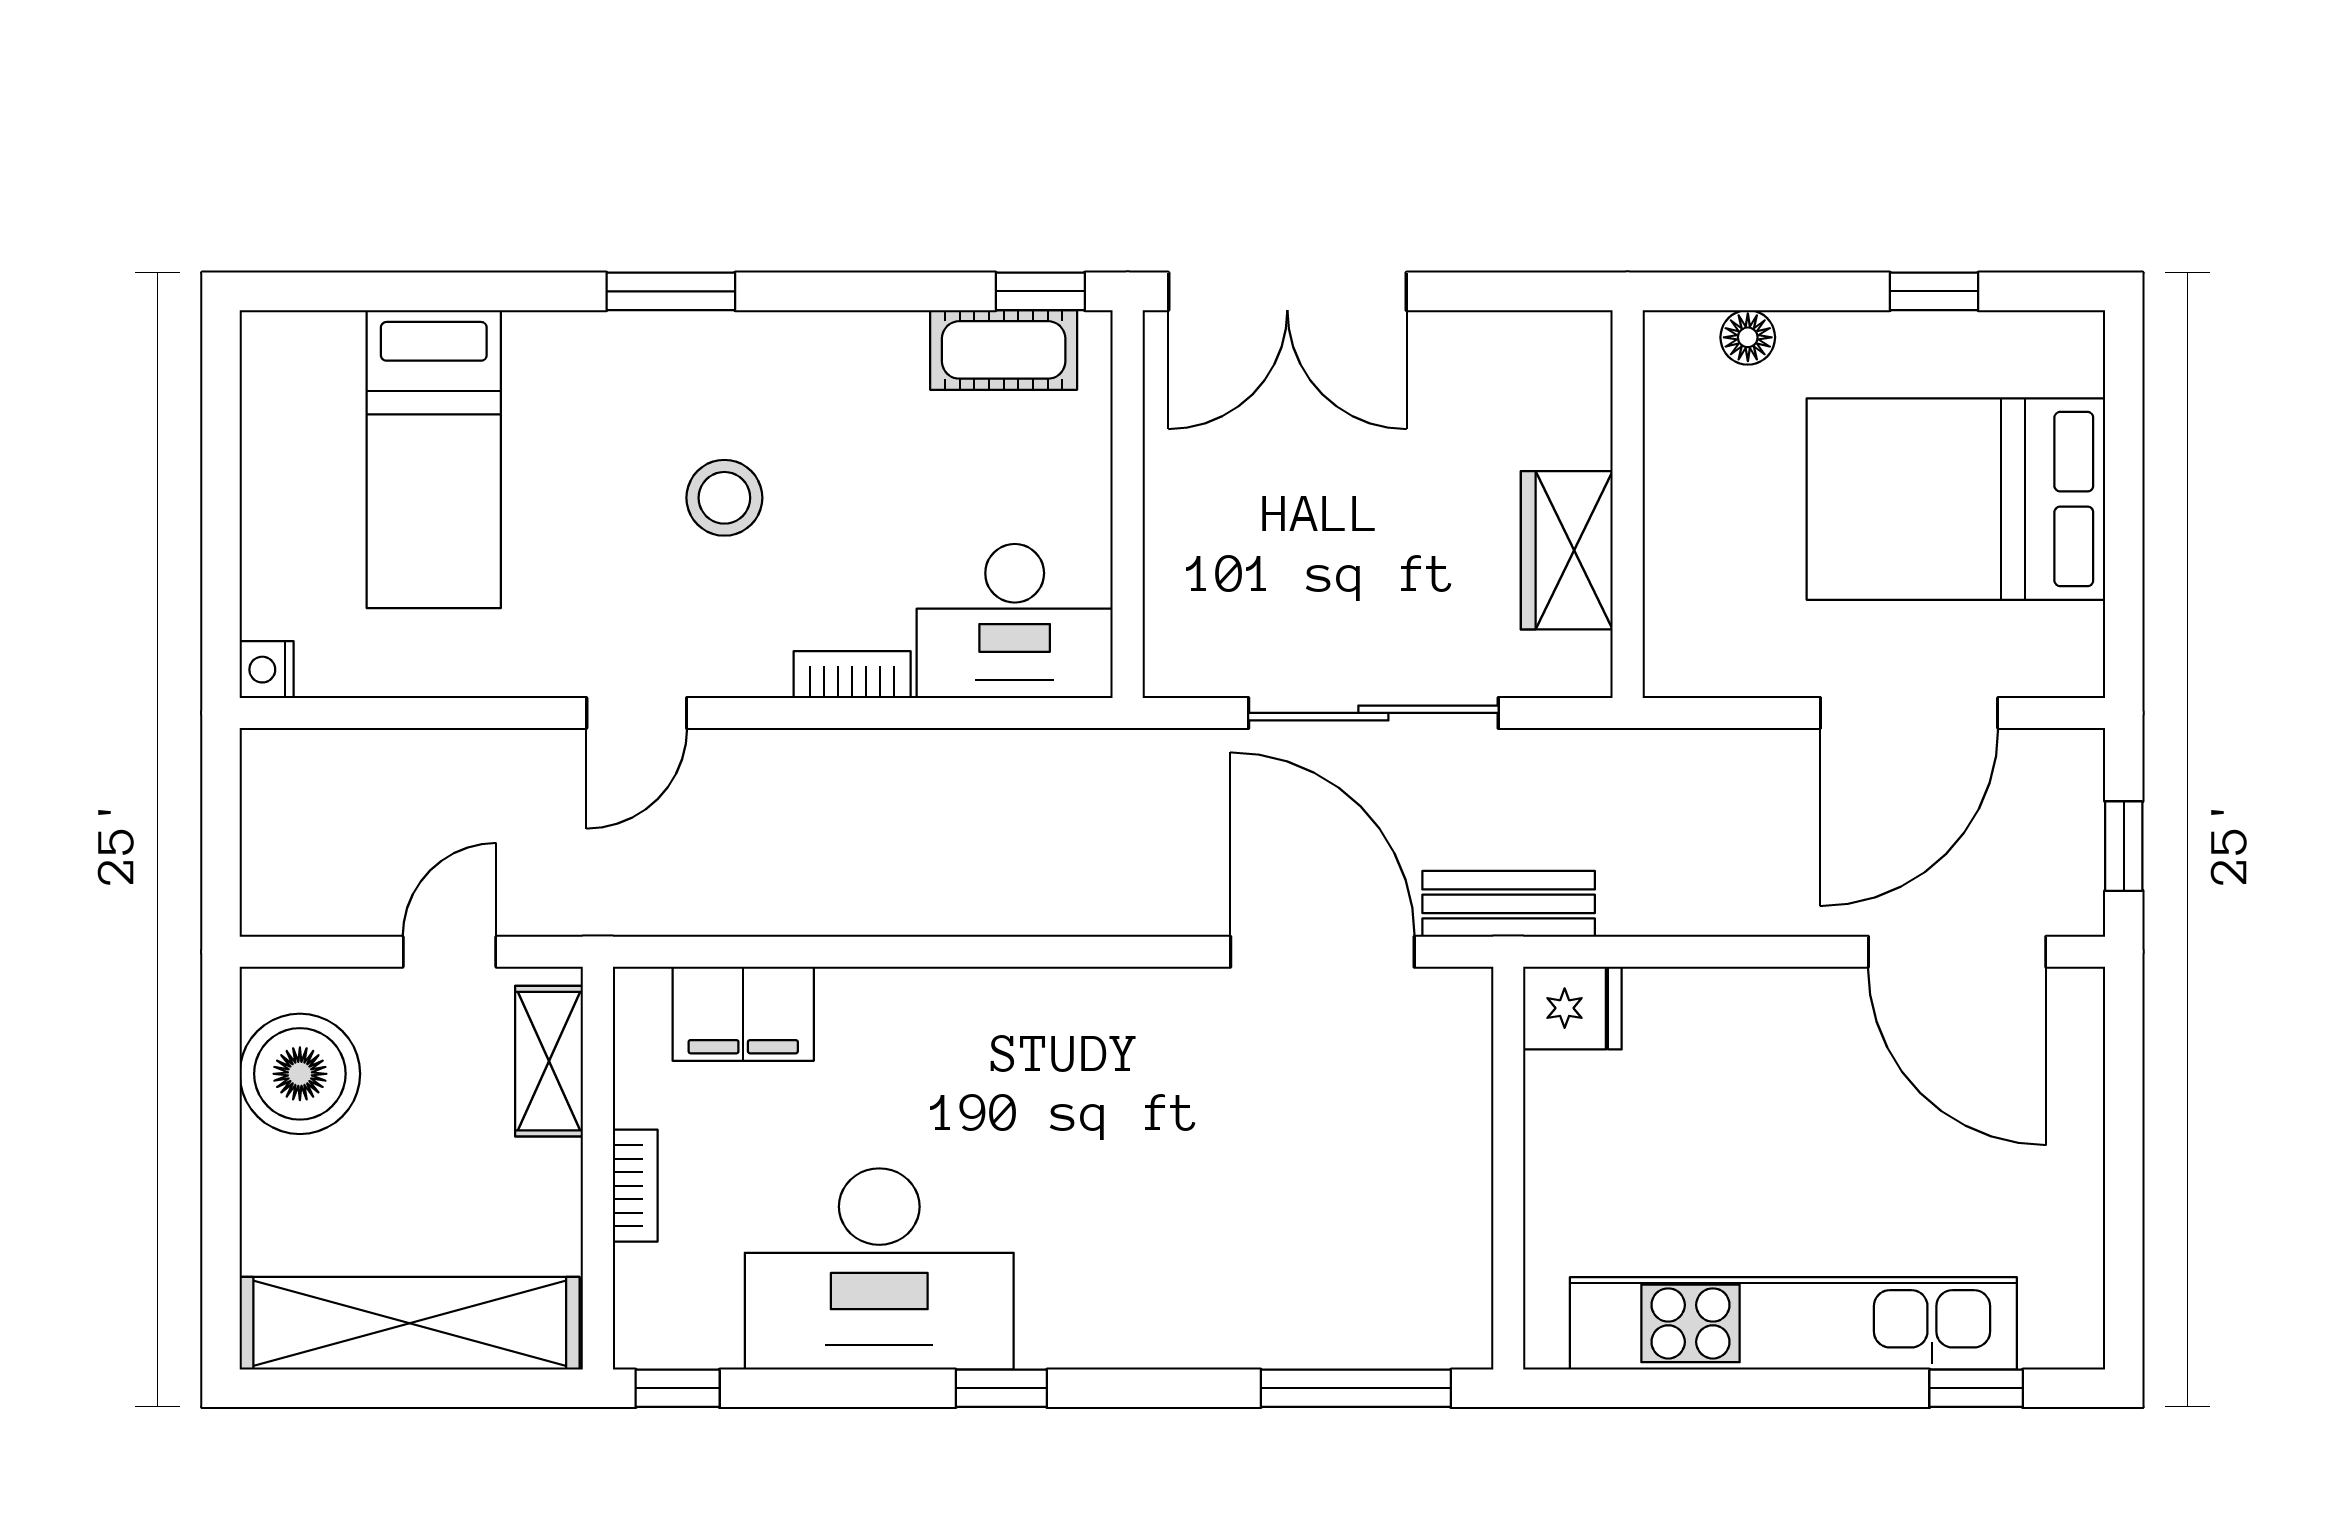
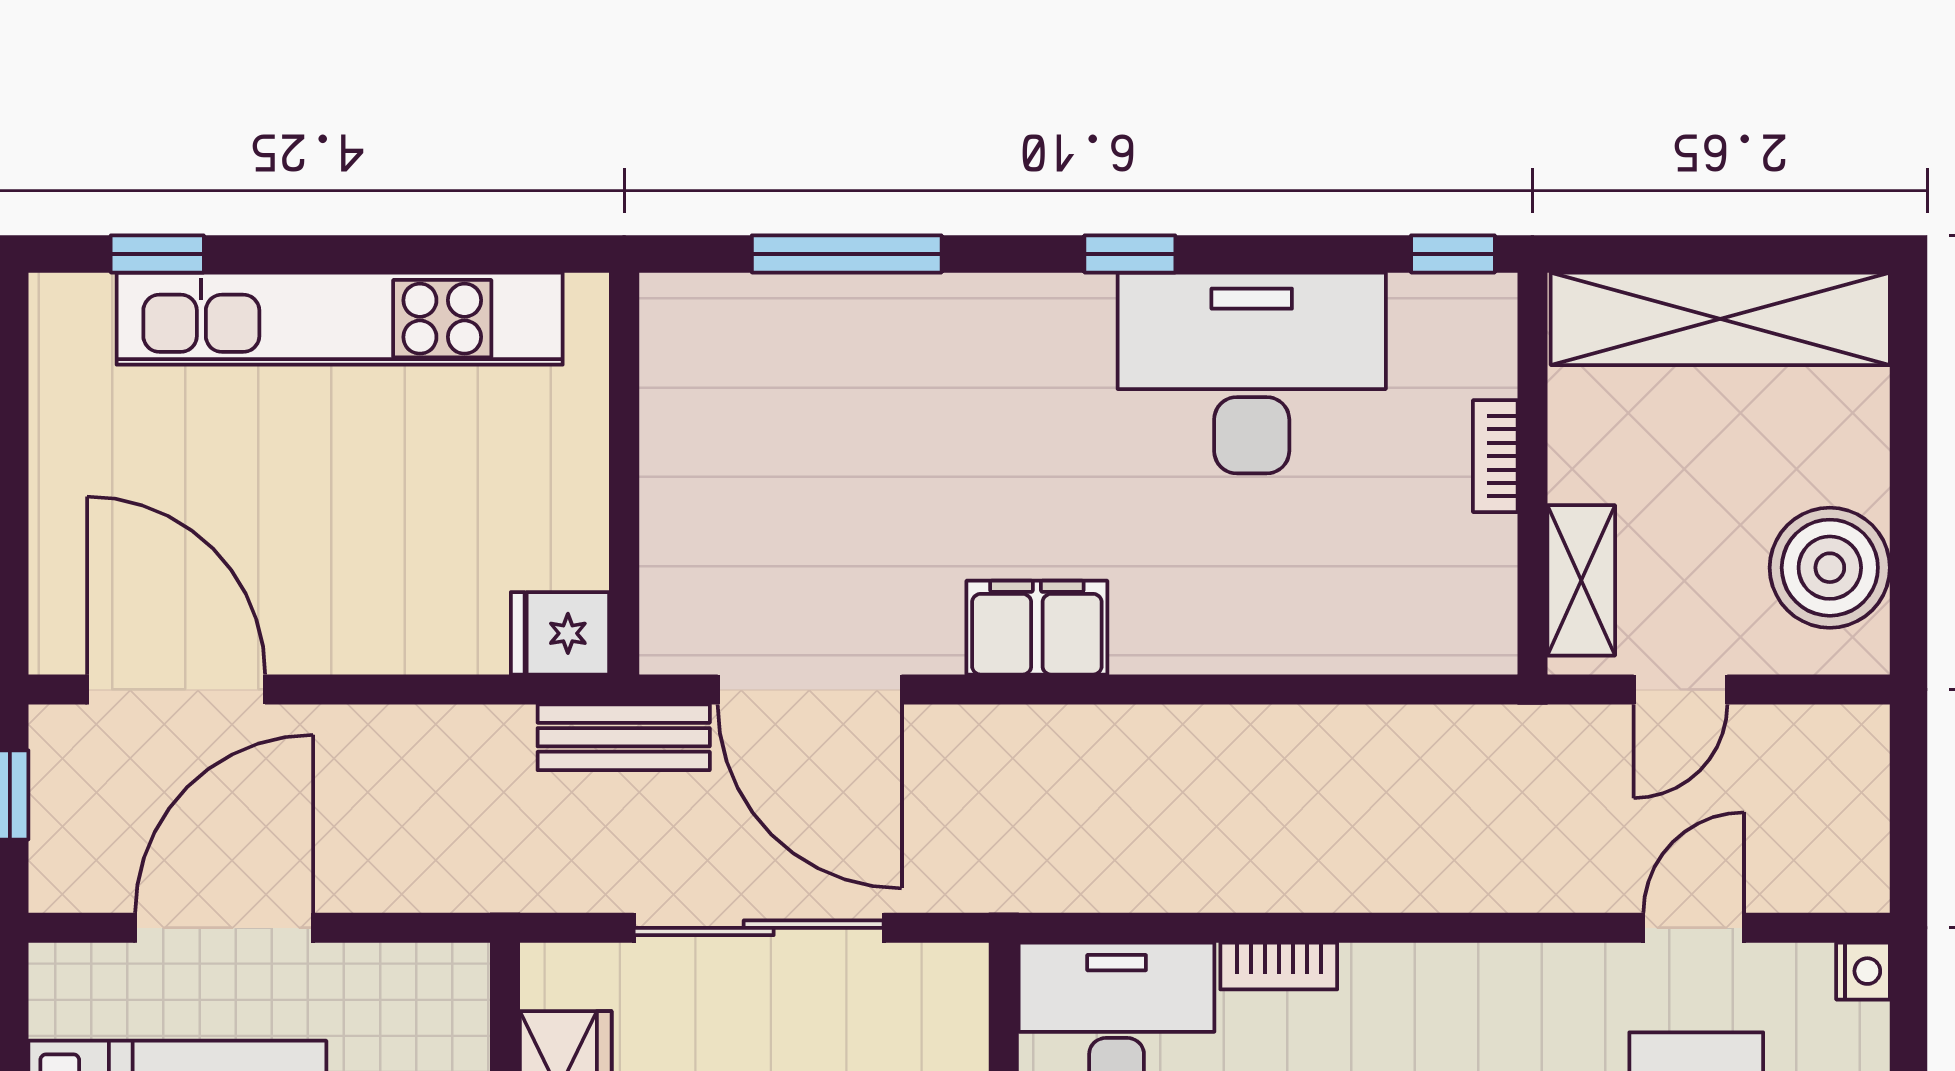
door: (637, 713) -> (1694, 928), moved
filing cabinet: (743, 1014) -> (1037, 628), moved
window: (1356, 1388) -> (847, 254), moved

